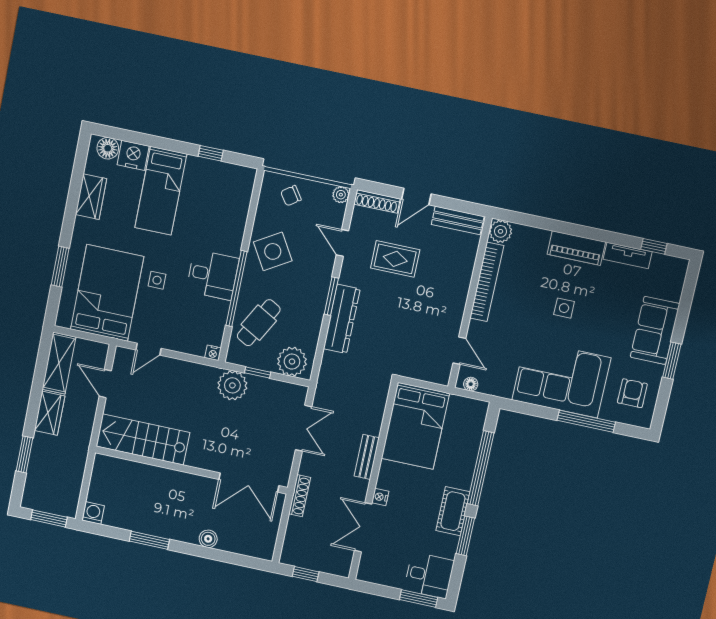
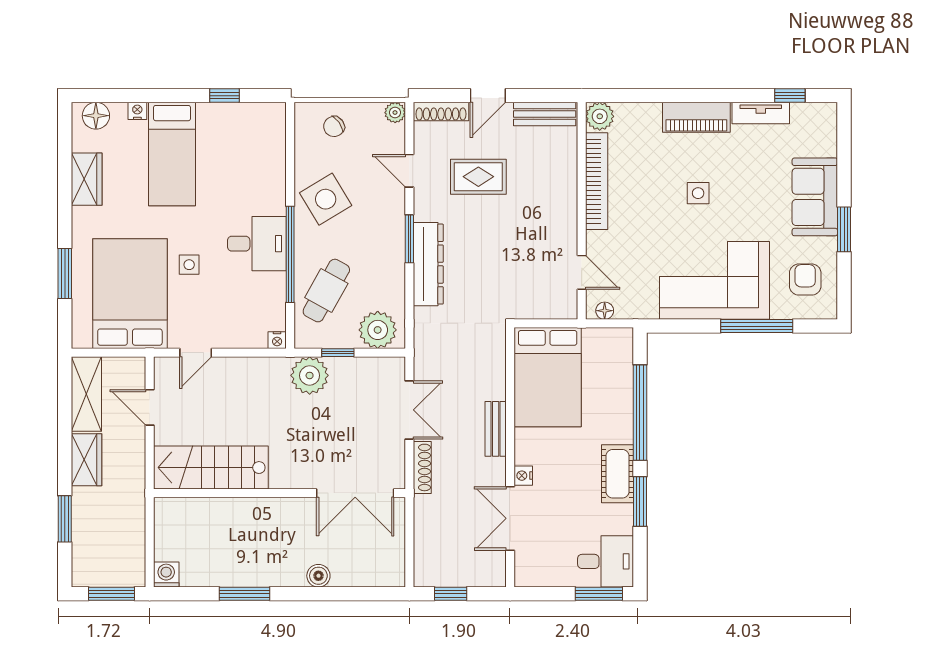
nightstand: (133, 155) -> (137, 111), width x0.53, depth x0.56
shoe rack: (300, 496) -> (422, 467), moved

